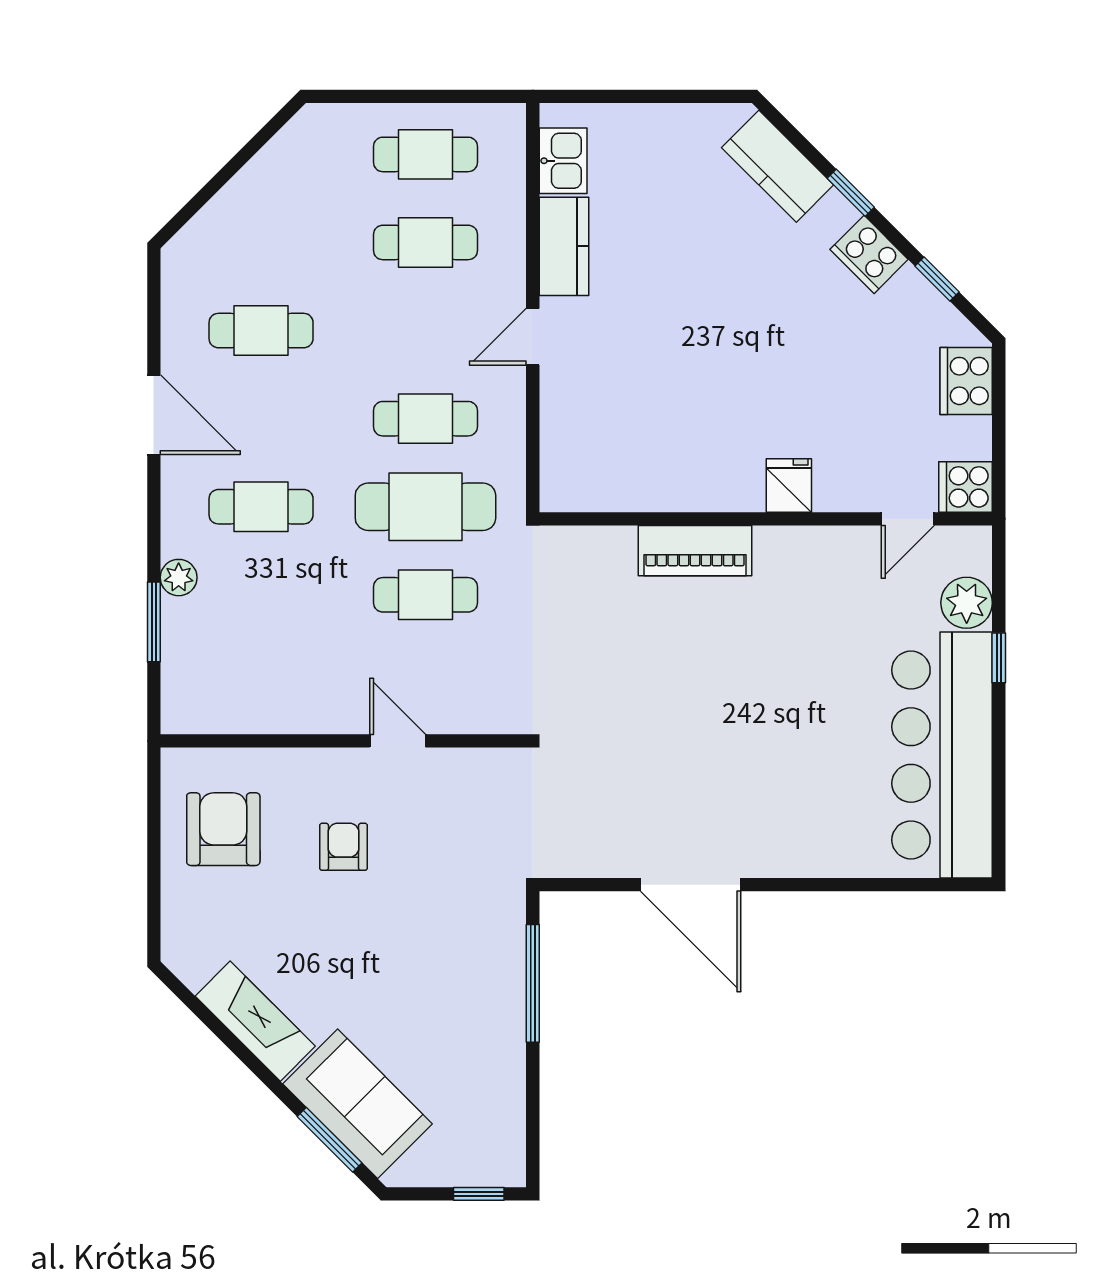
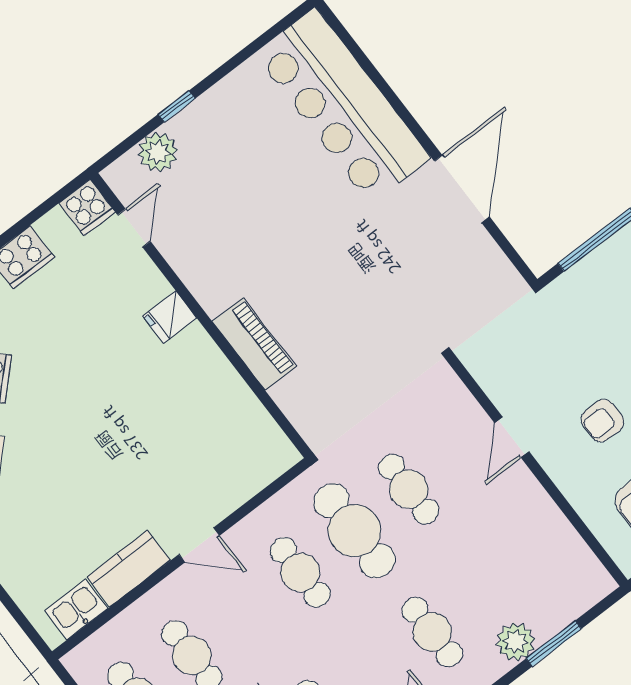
door: (908, 519) -> (134, 228), hinge flipped
plant: (179, 578) -> (516, 642), width x1.38, depth x1.38
bar counter: (942, 755) -> (343, 106), moved, turned 90

